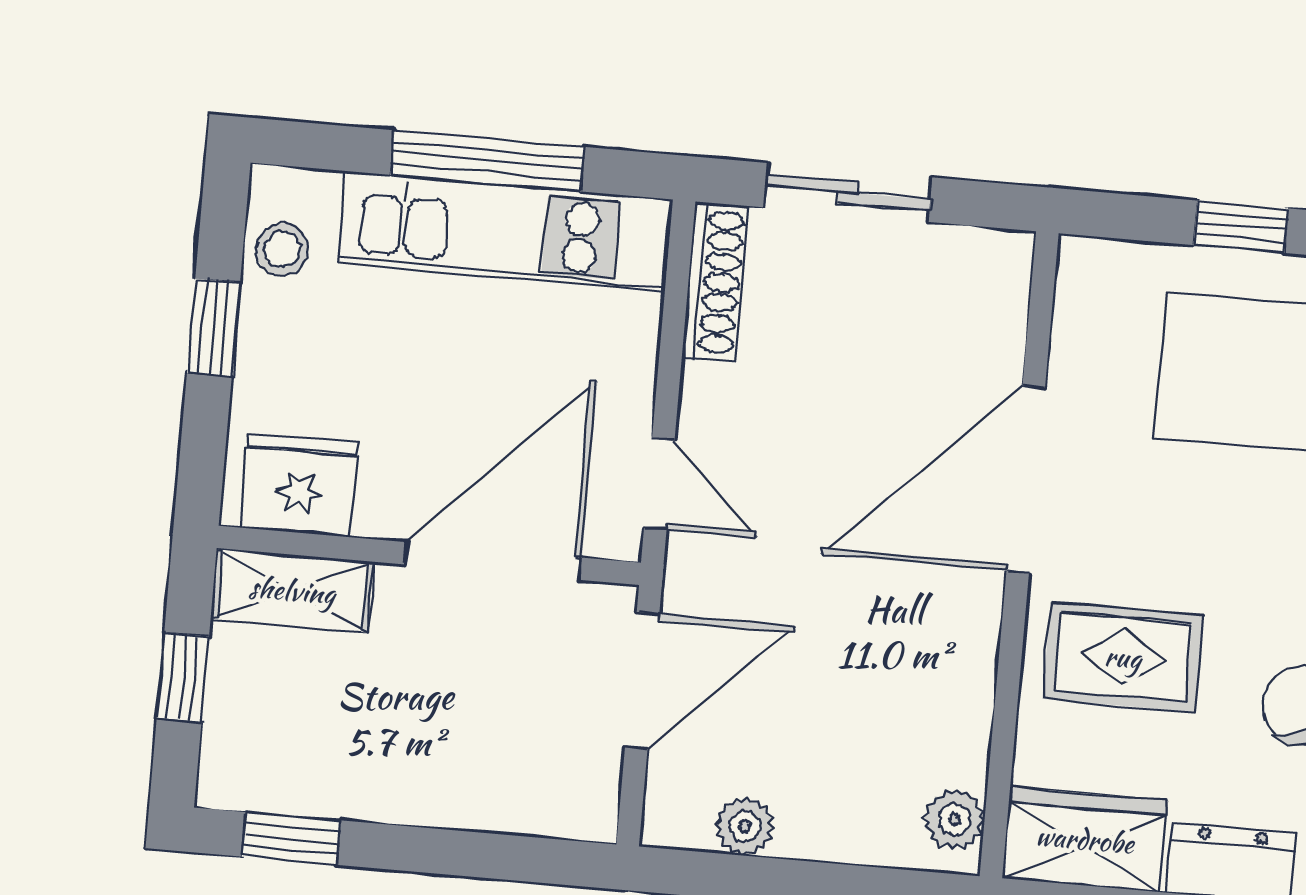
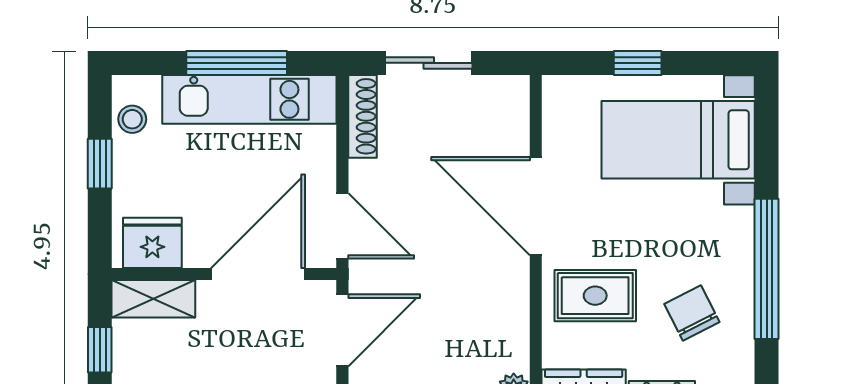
door: (1026, 479) -> (536, 206), hinge flipped
door: (659, 484) -> (342, 226), width x1.38

